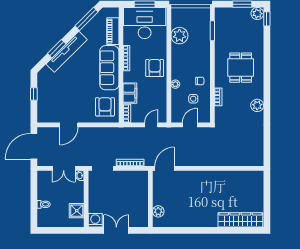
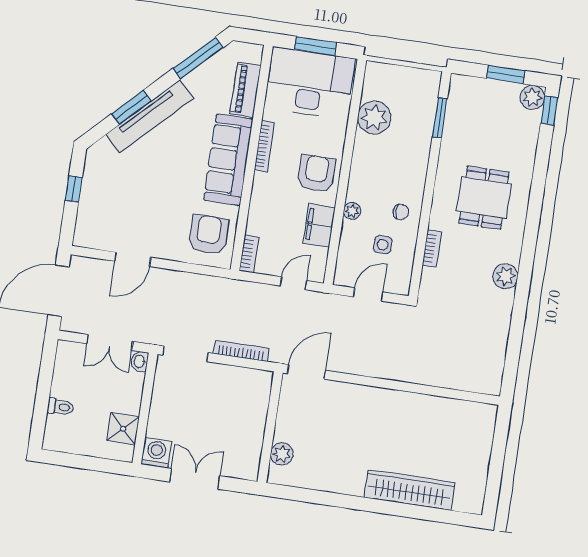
filing cabinet: (130, 93) -> (319, 225), moved, turned 180
wardrobe: (240, 220) -> (410, 490), moved

